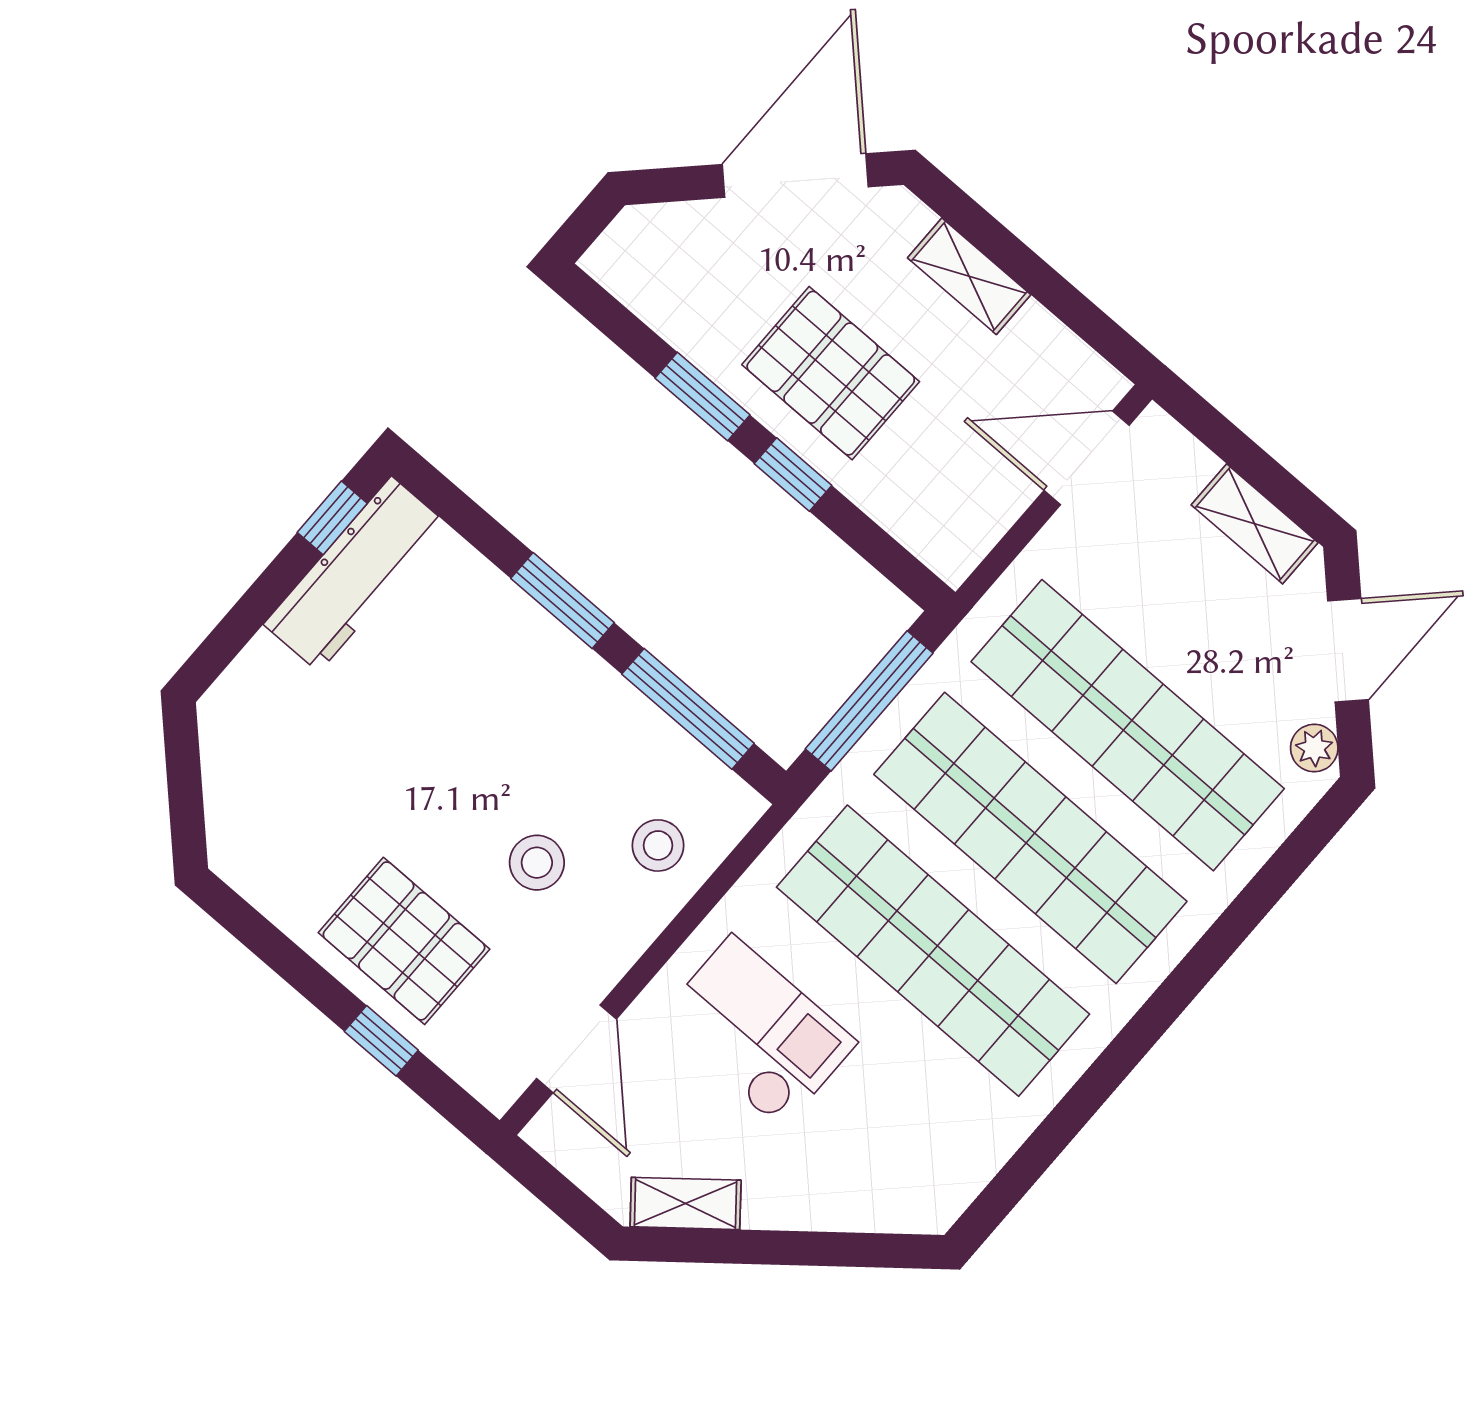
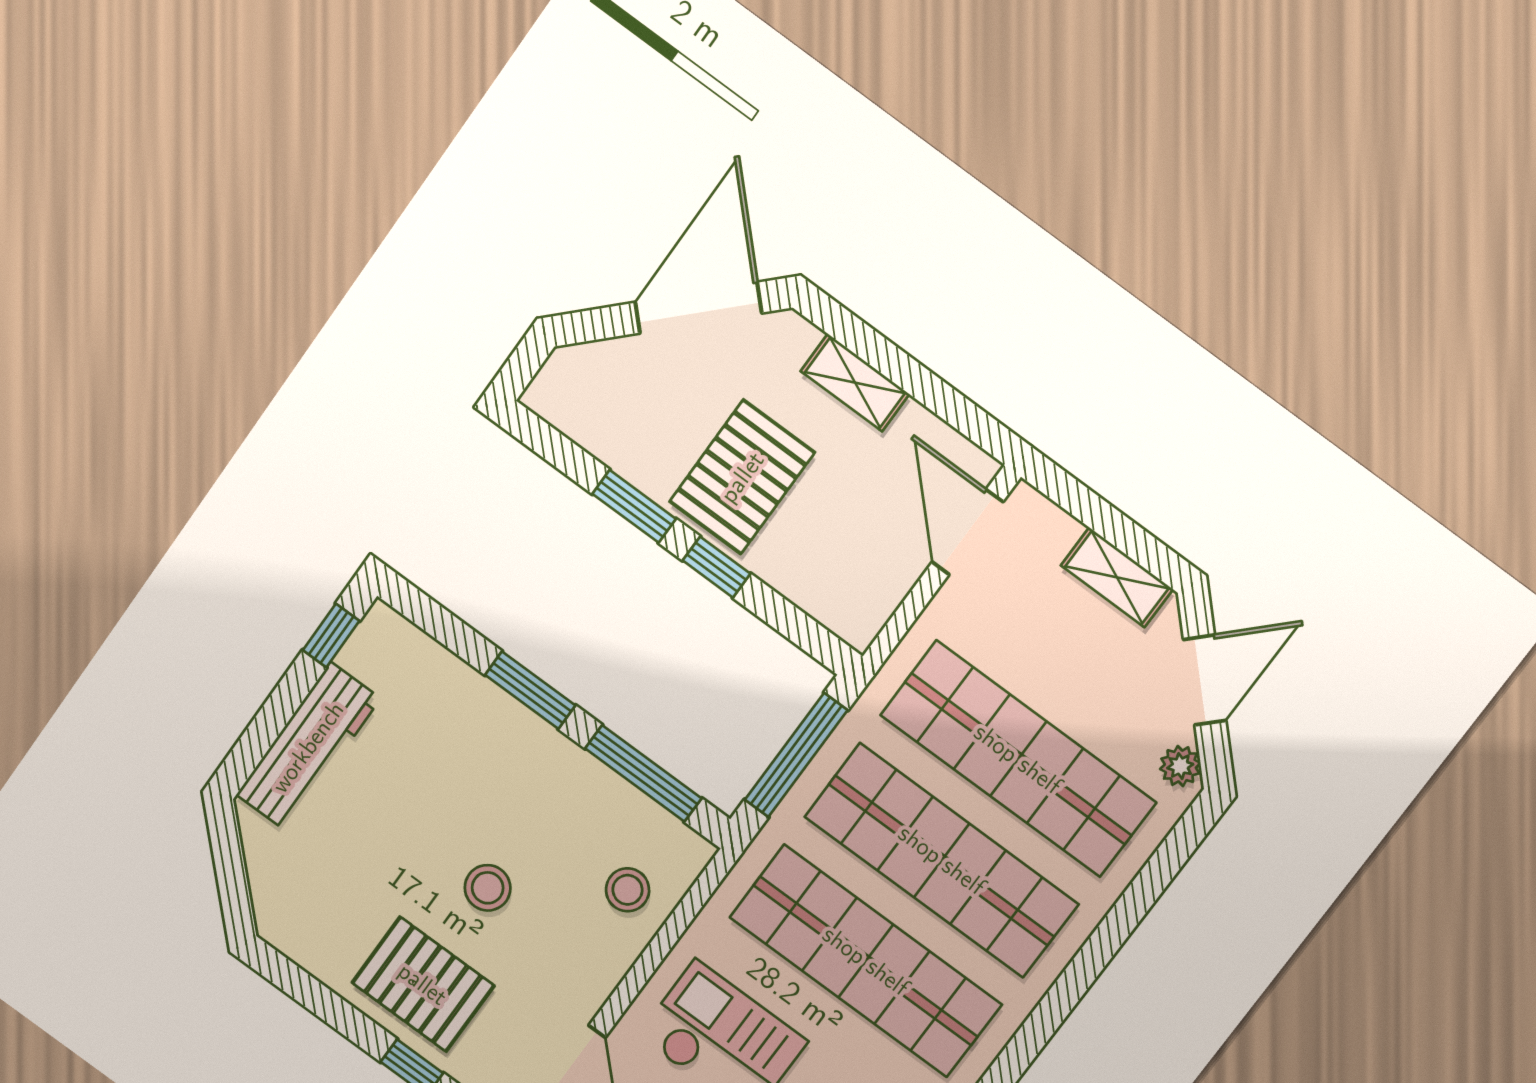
pallet: (831, 373) -> (742, 477), turned 90
door: (1087, 458) -> (968, 532), hinge flipped
workbench: (355, 574) -> (308, 747), moved
stool: (537, 863) -> (488, 888), moved

